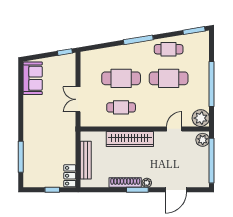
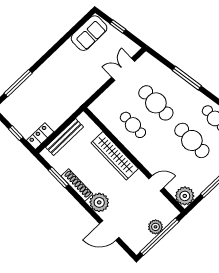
window: (138, 40) -> (187, 78), moved
window: (65, 52) -> (118, 27), moved
double door: (78, 99) -> (123, 69), moved
plant: (203, 140) -> (155, 227), moved
plant: (147, 183) -> (99, 202), width x1.88, depth x1.88
window: (137, 190) -> (58, 177), moved

